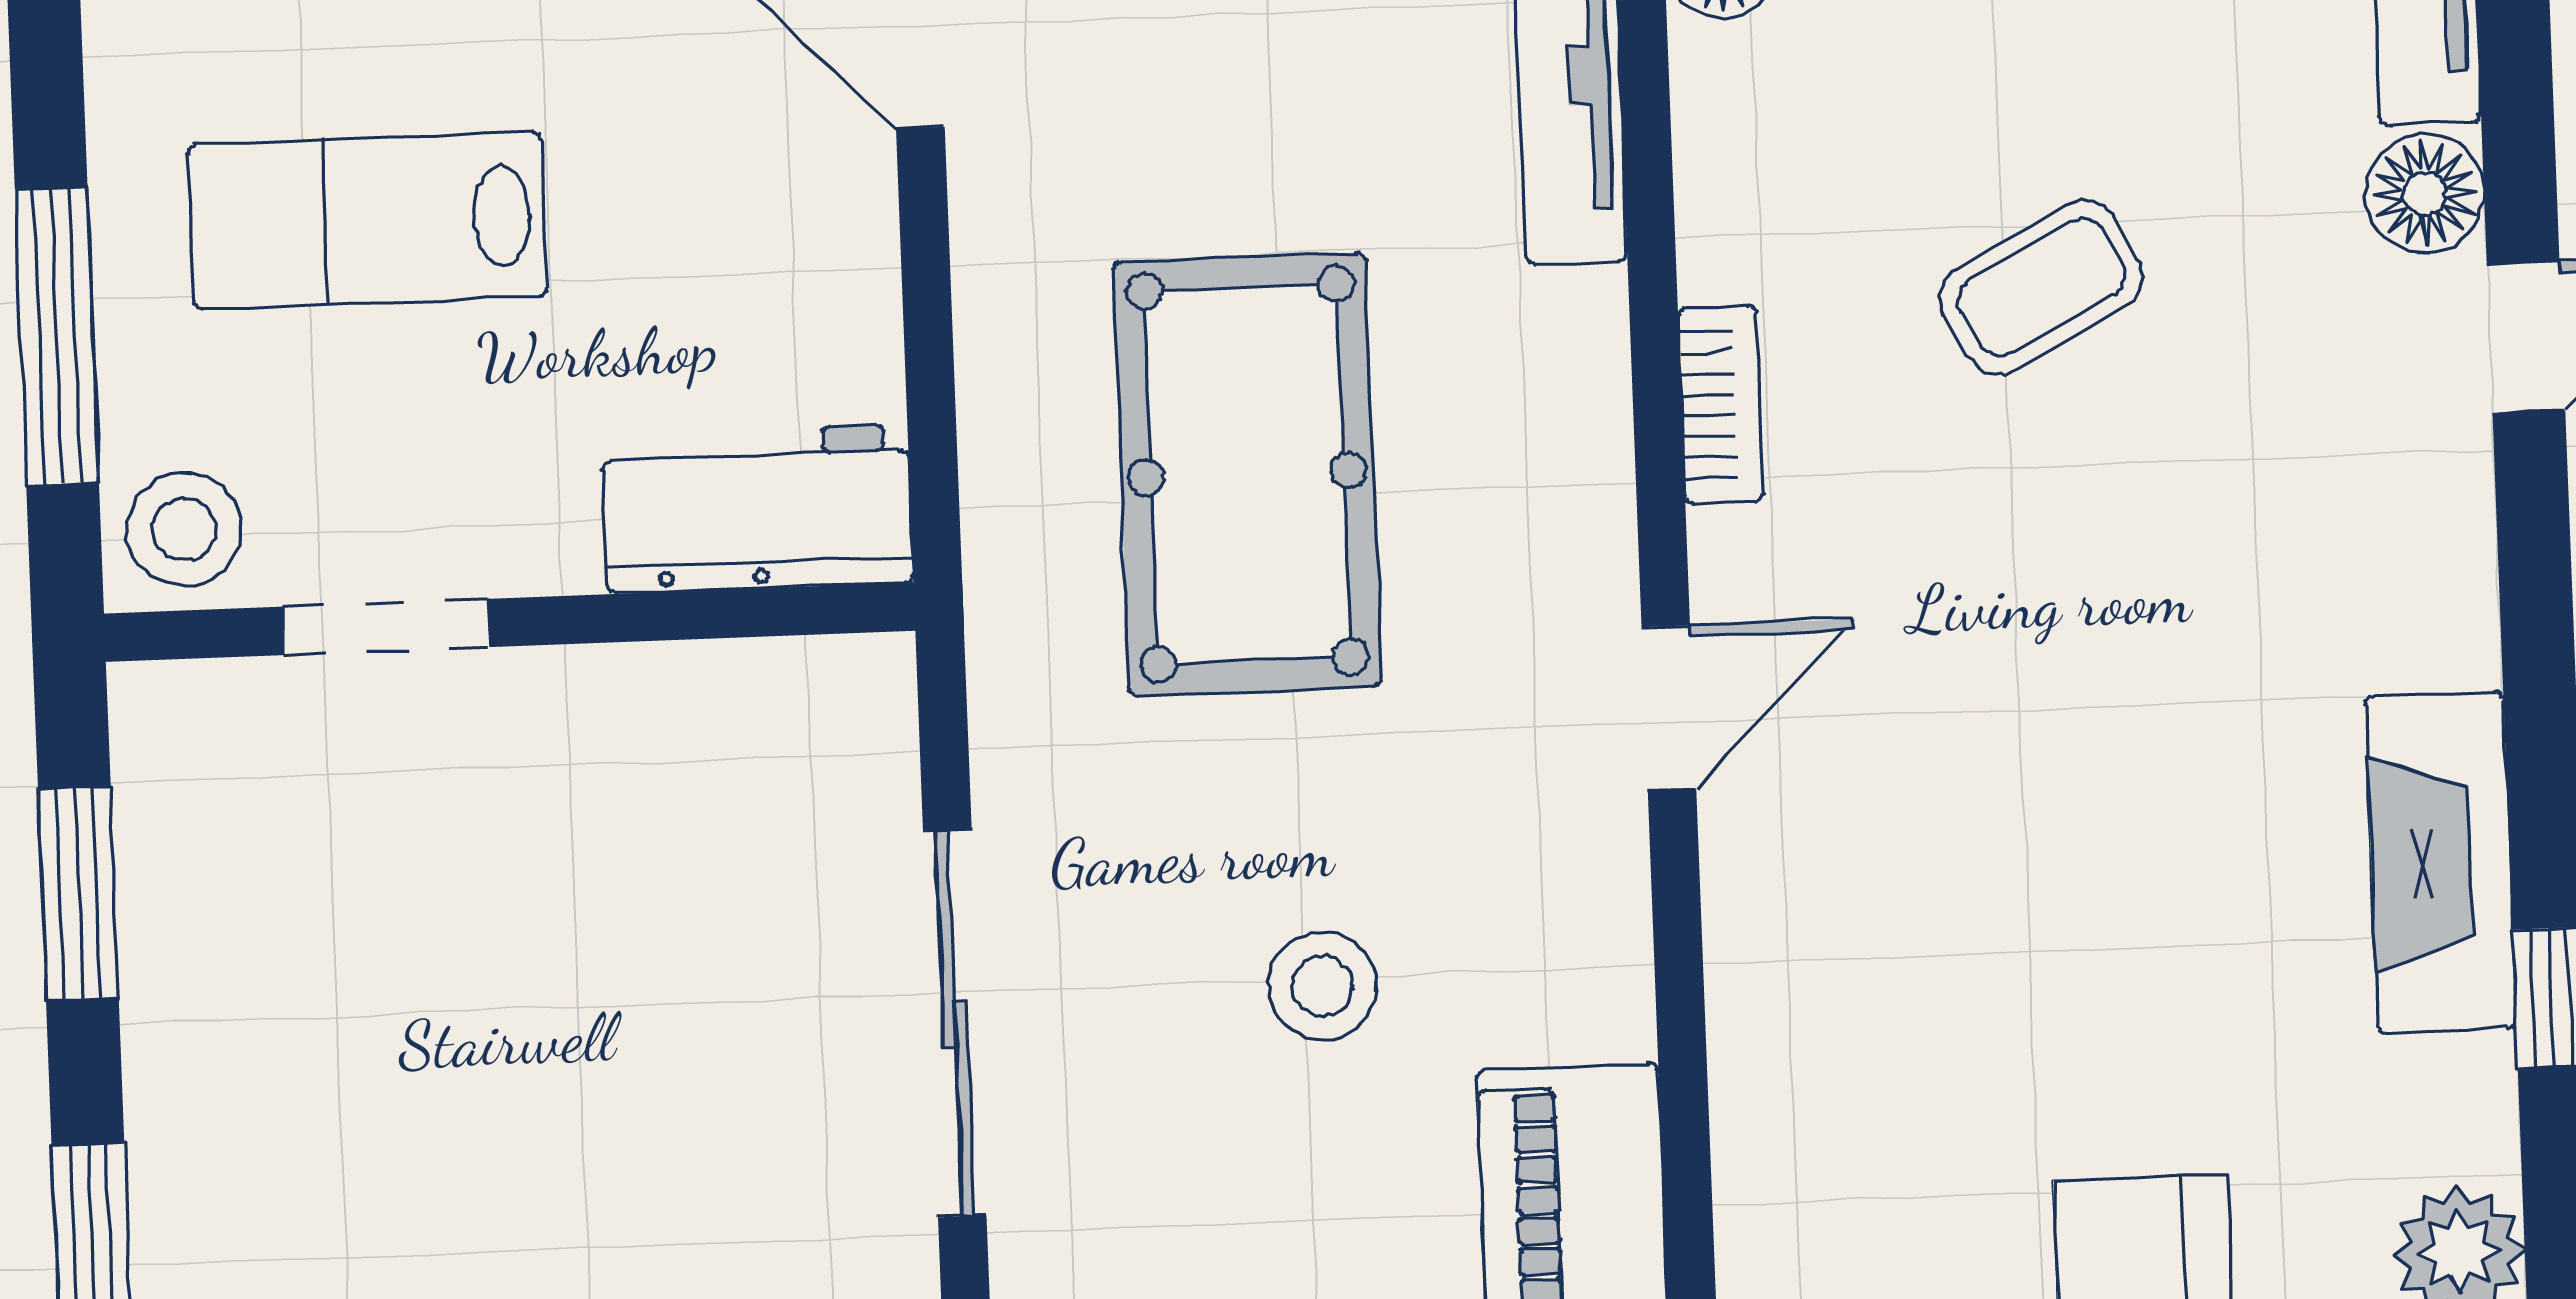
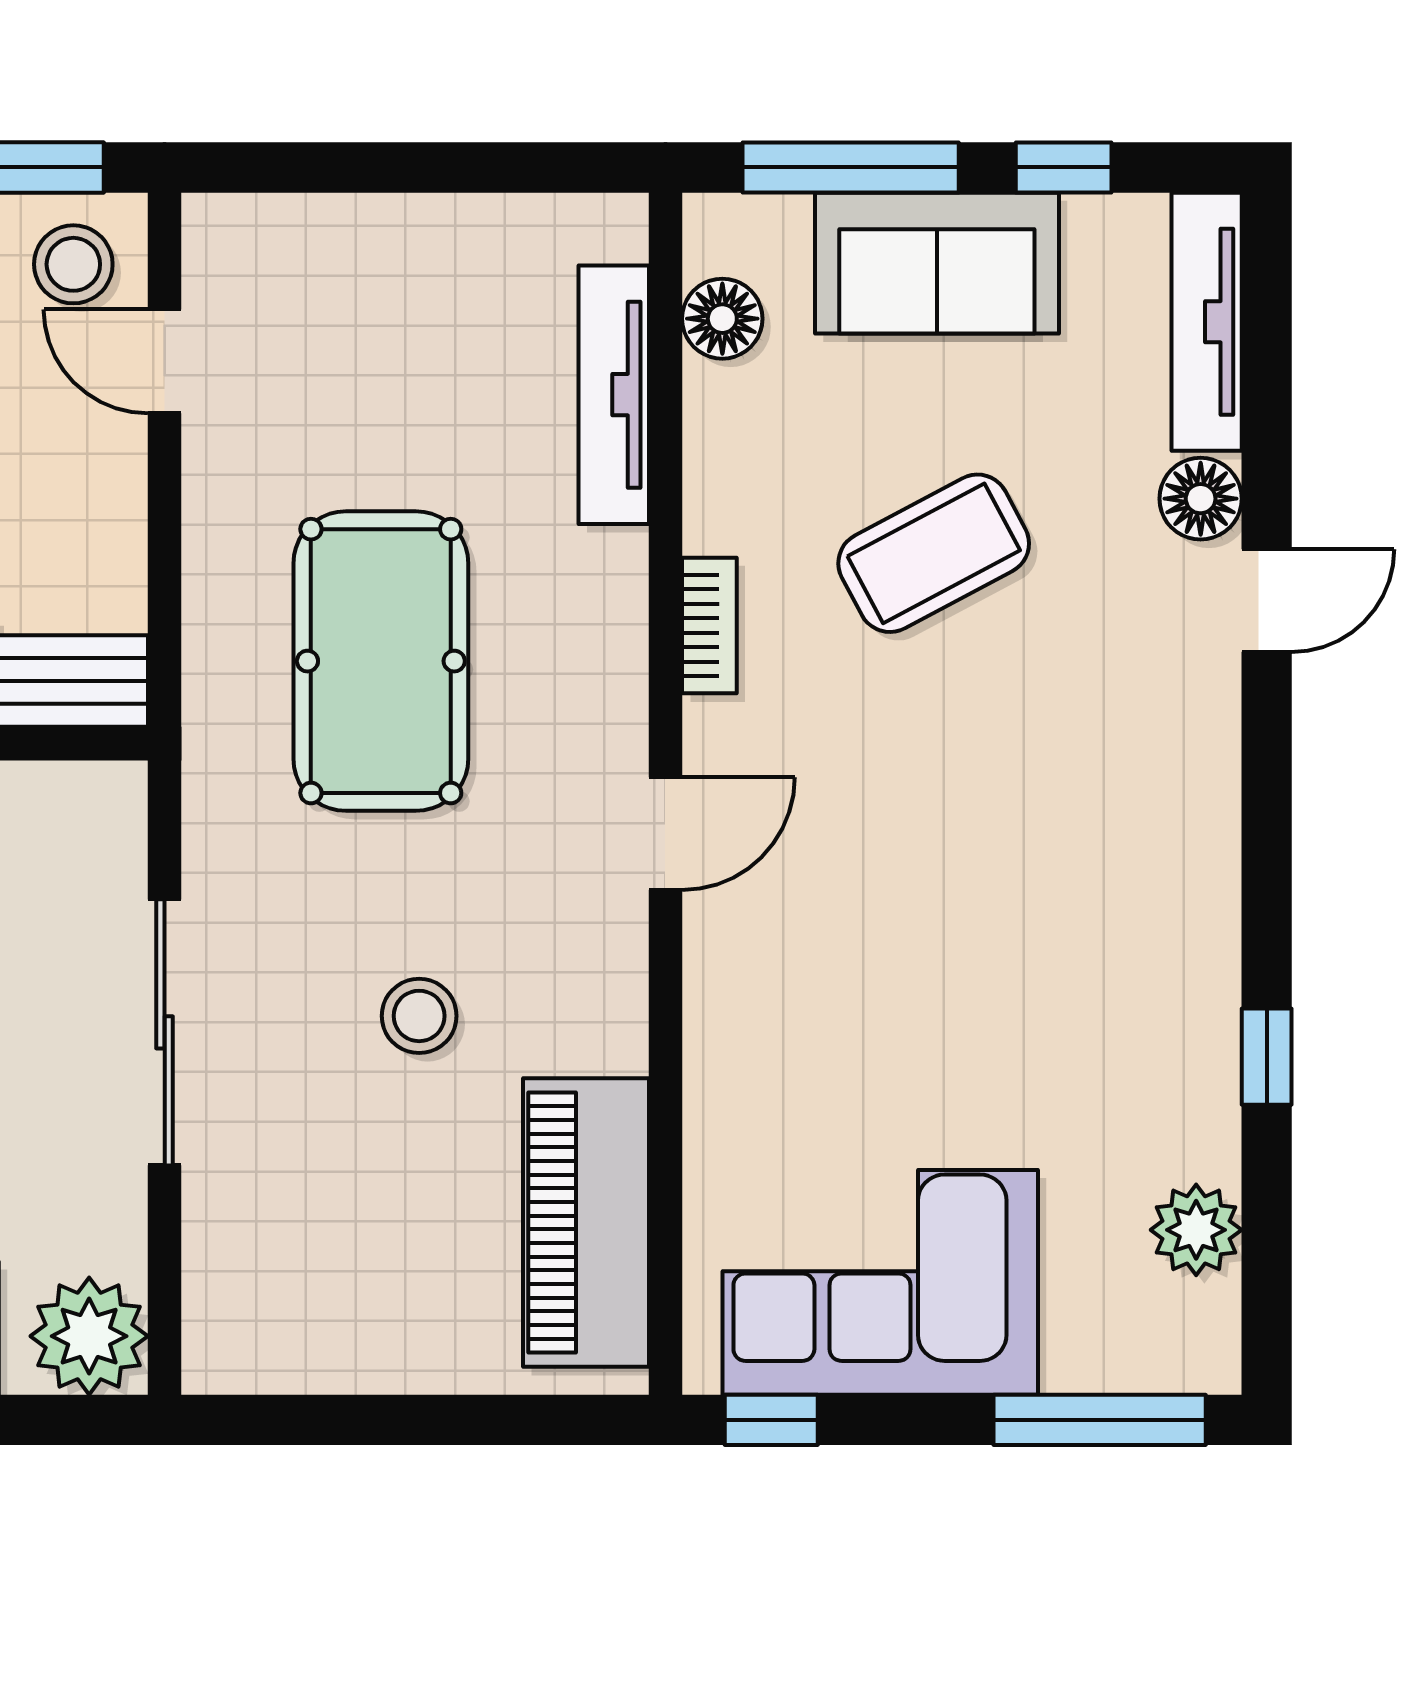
coffee table: (2042, 287) -> (934, 553), width x1.36, depth x1.30
fireplace: (2441, 862) -> (1194, 960), removed

